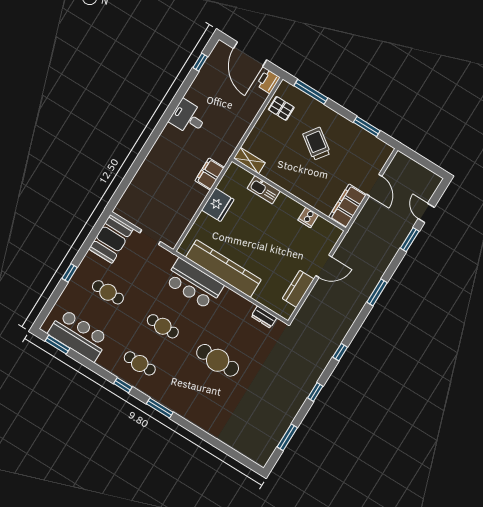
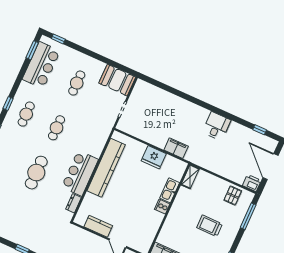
door: (250, 54) -> (271, 167), hinge flipped
trolley: (317, 144) -> (210, 226), turned -126
cooker: (308, 217) -> (162, 207), moved
window: (70, 273) -> (58, 39), moved
bar counter: (194, 284) -> (80, 173), moved

